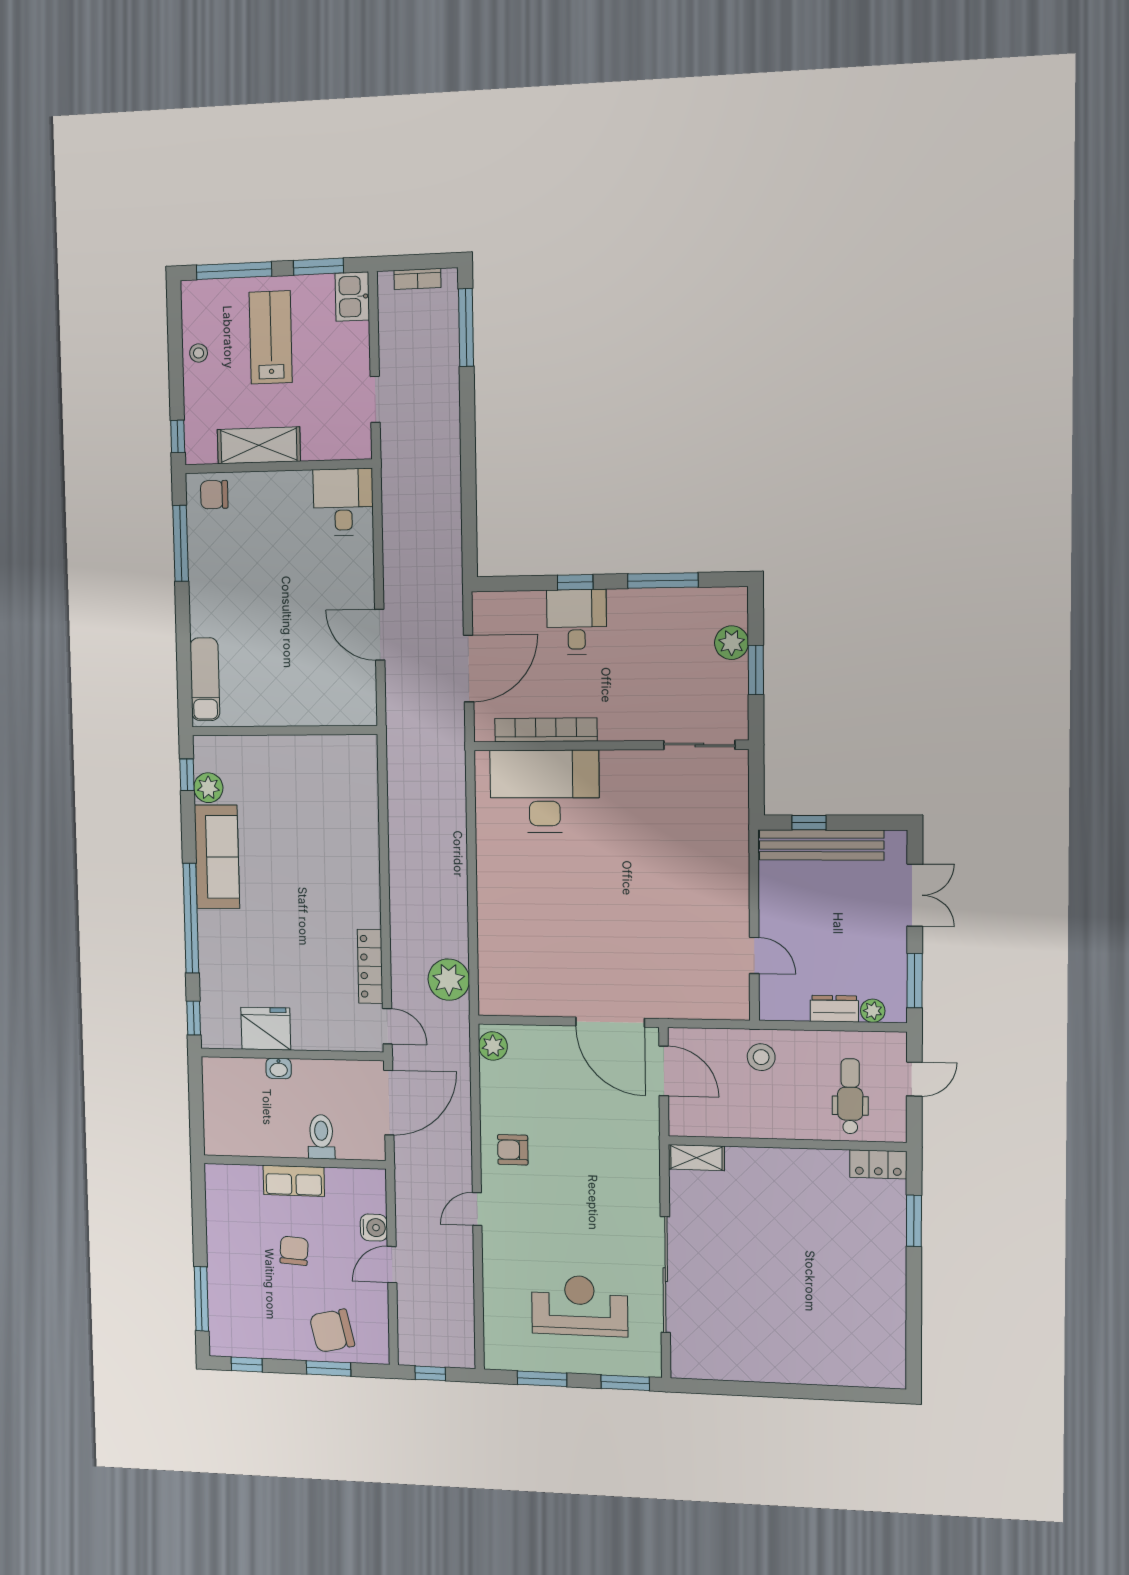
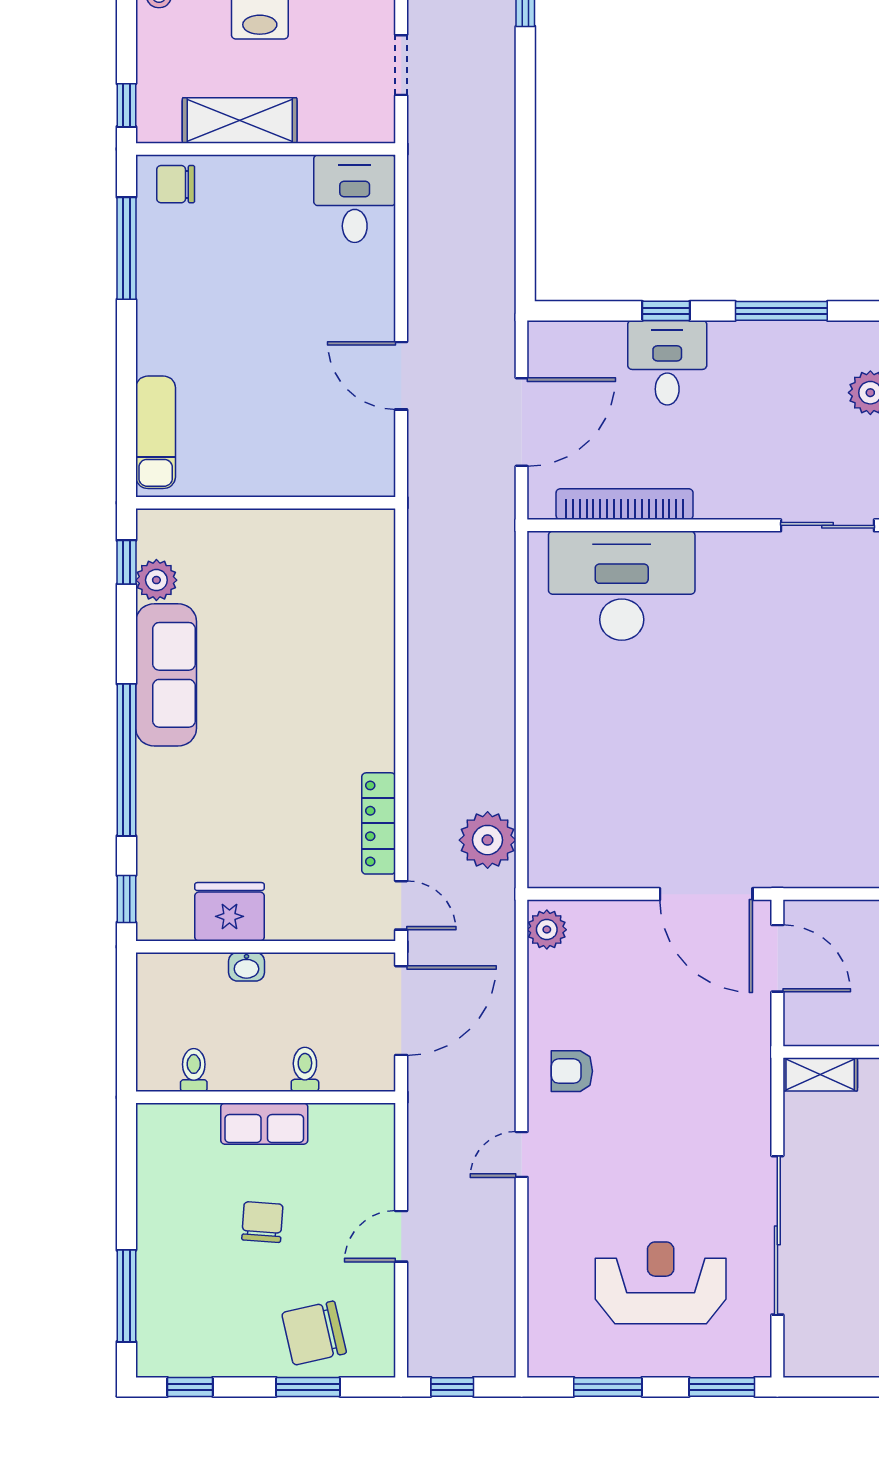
toilet: (321, 1137) -> (305, 1069), width x0.73, depth x0.72
toilet: (244, 1141) -> (194, 1070), added
water cooler: (374, 1228) -> (377, 1185), removed

